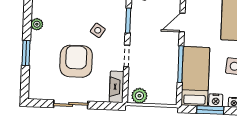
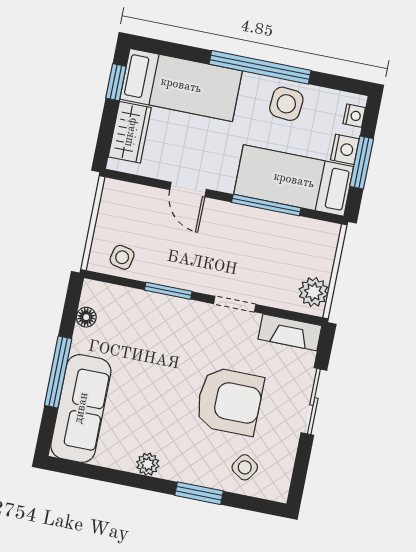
side table: (98, 30) -> (245, 467), moved
armchair: (76, 61) -> (229, 401), turned 180
sliding door: (71, 104) -> (314, 402), moved

